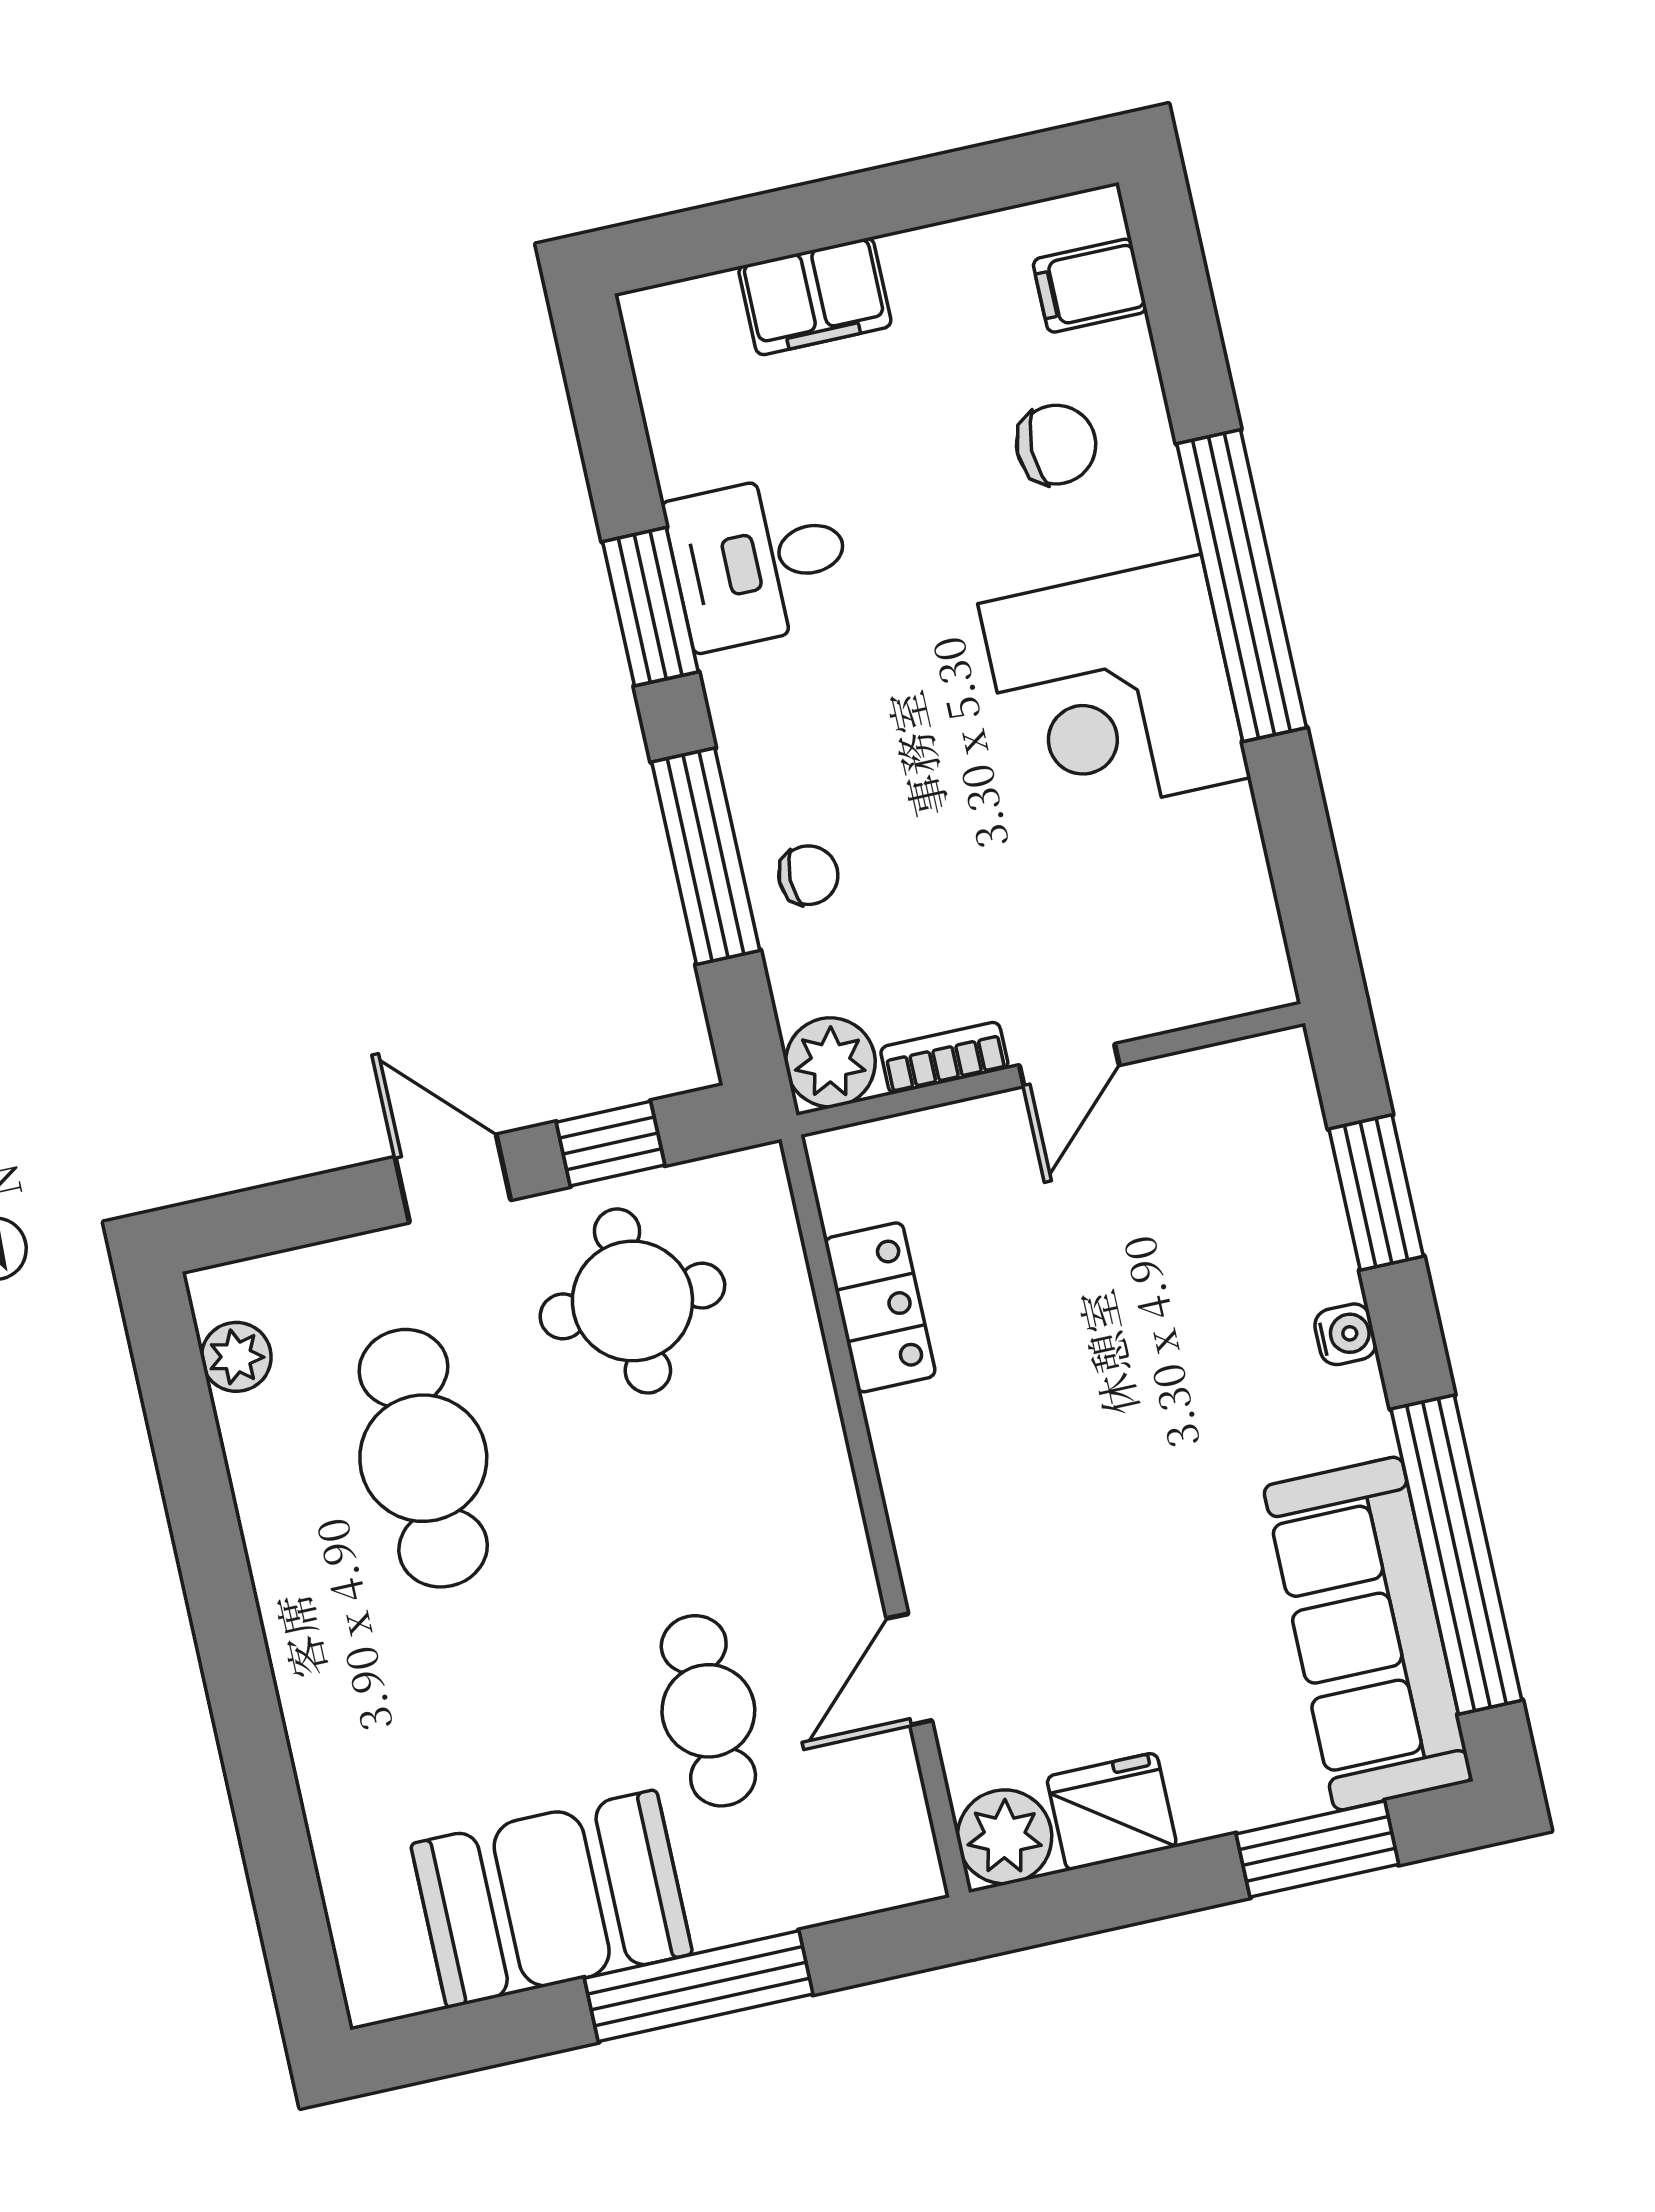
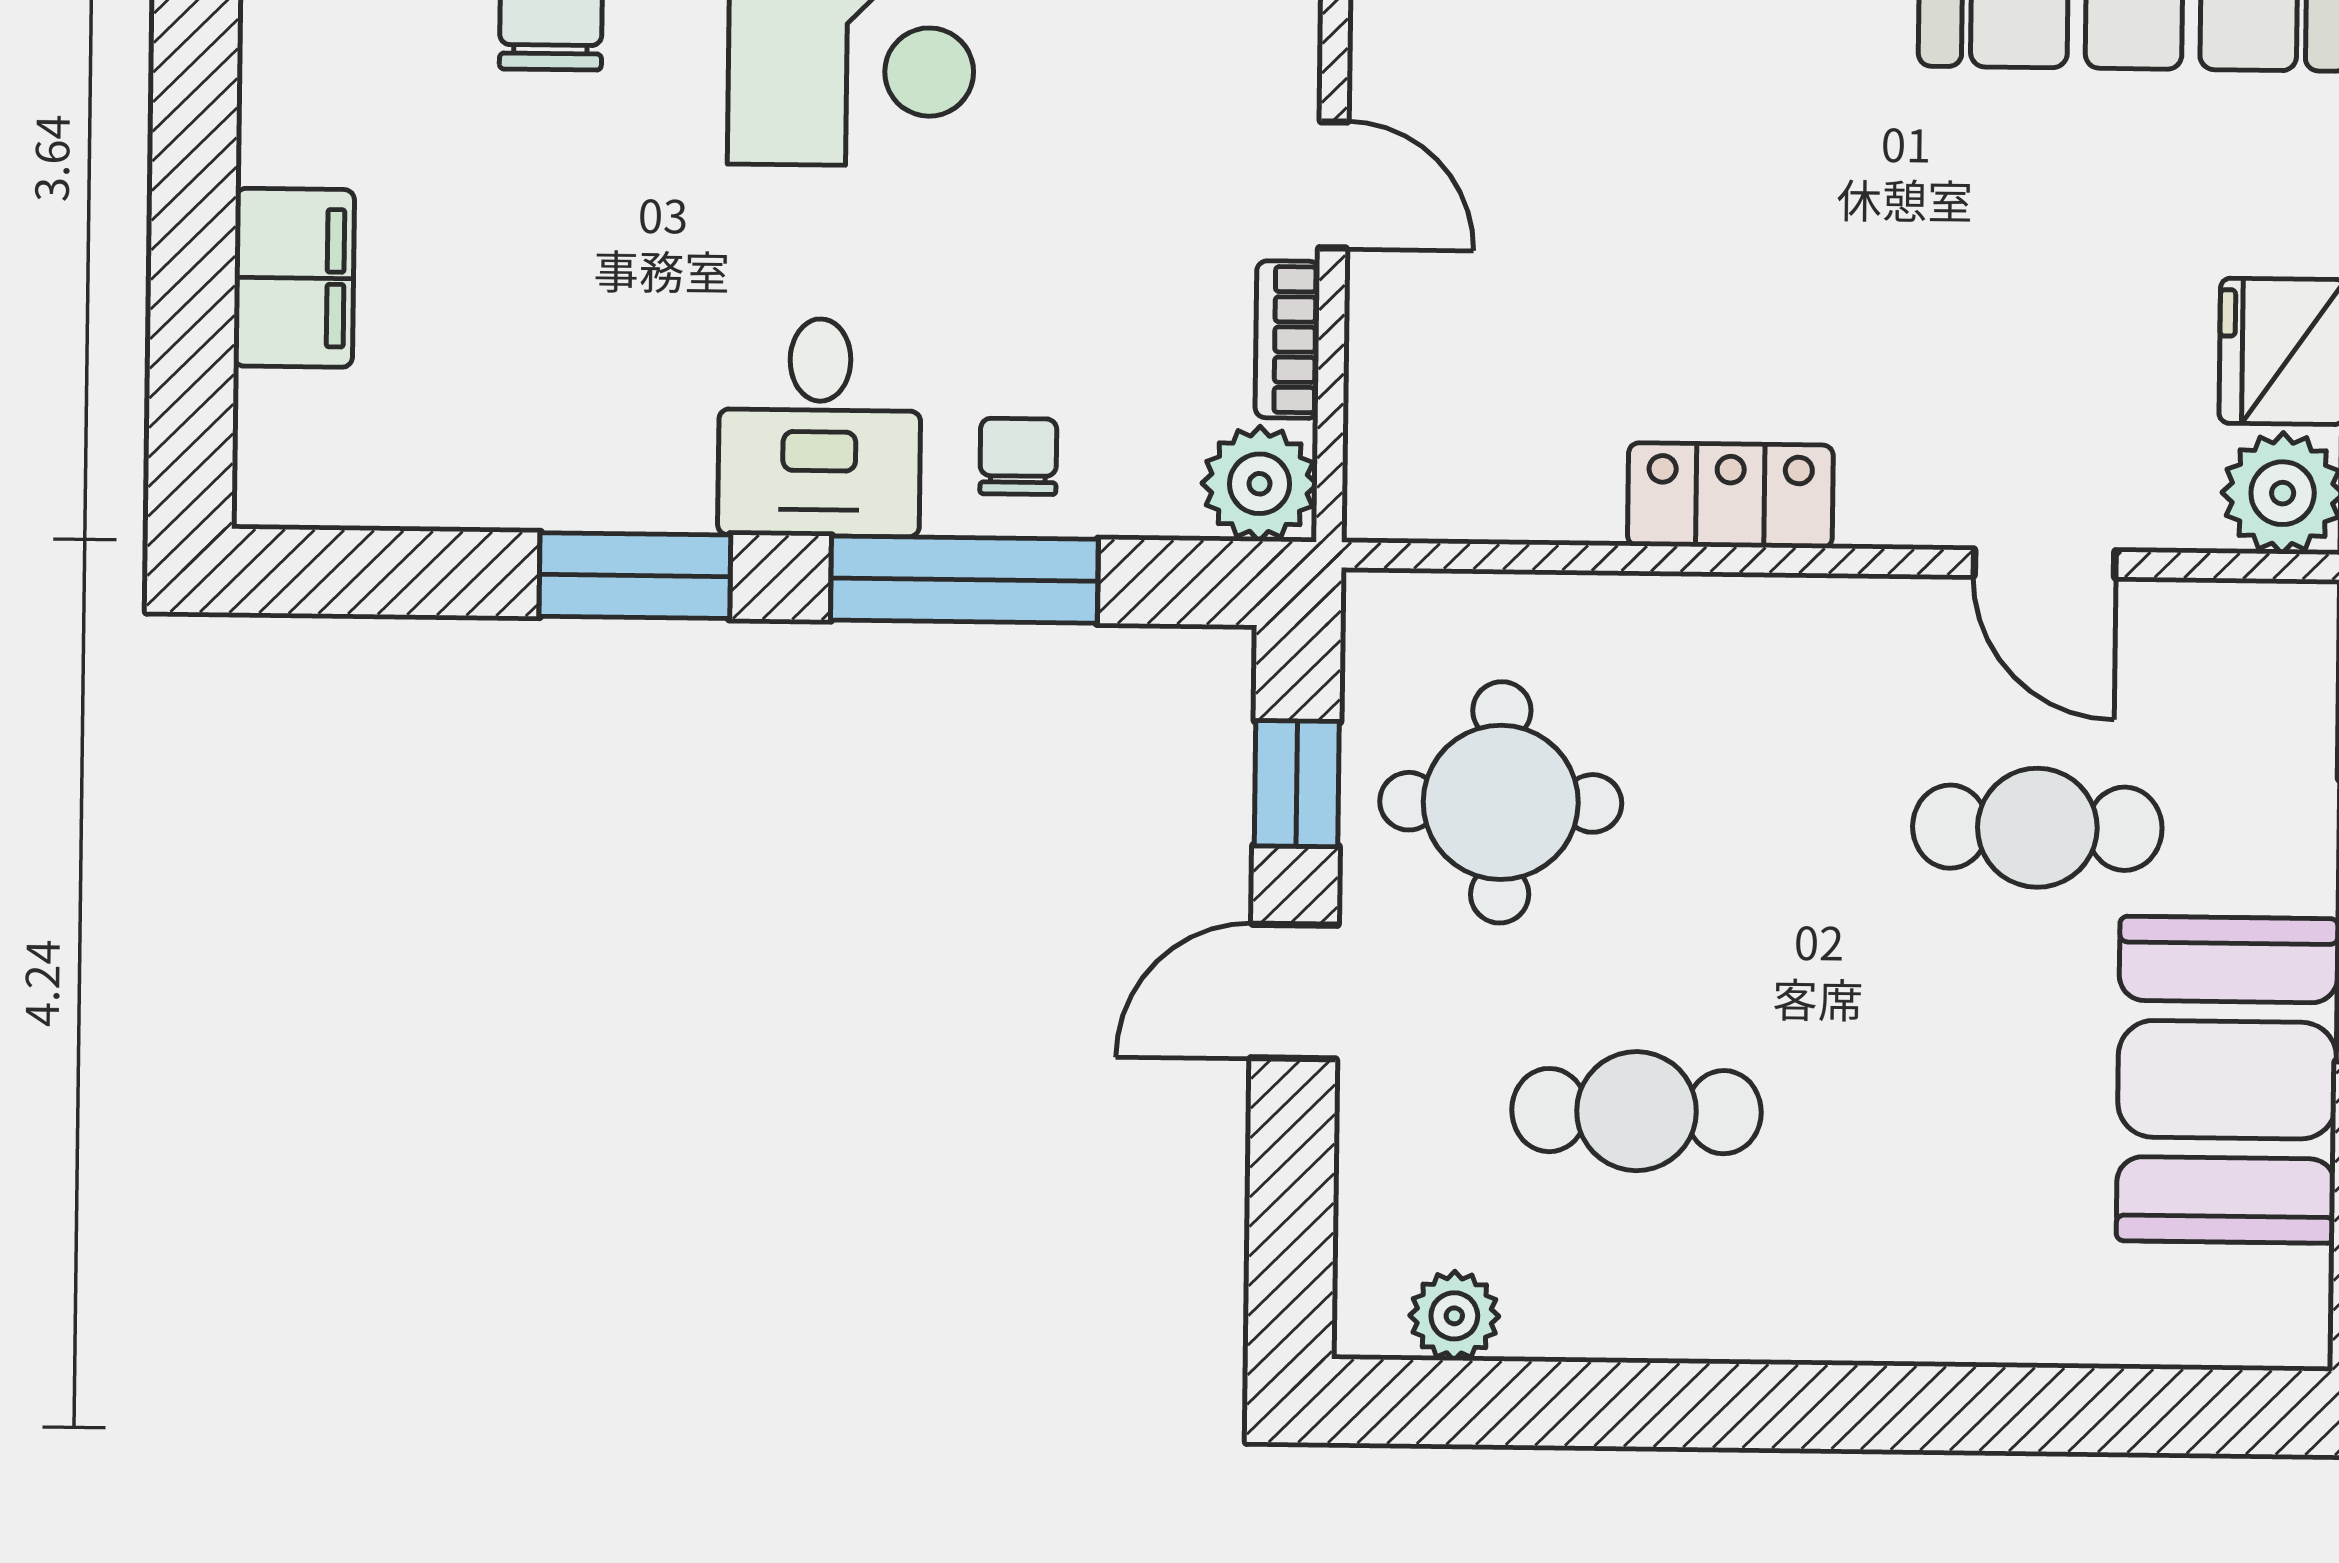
desk: (760, 561) -> (820, 427), moved
locker: (880, 1307) -> (1730, 495), moved
cafe table: (423, 1458) -> (1636, 1111), width x0.73, depth x0.74

